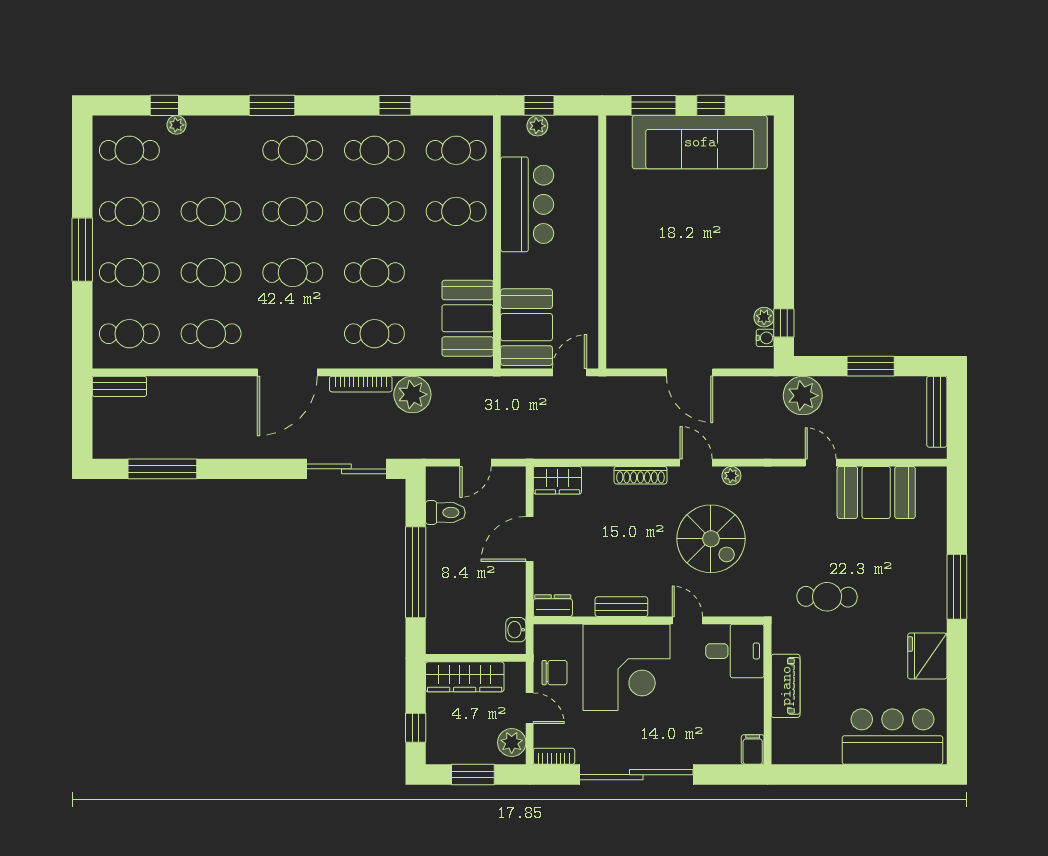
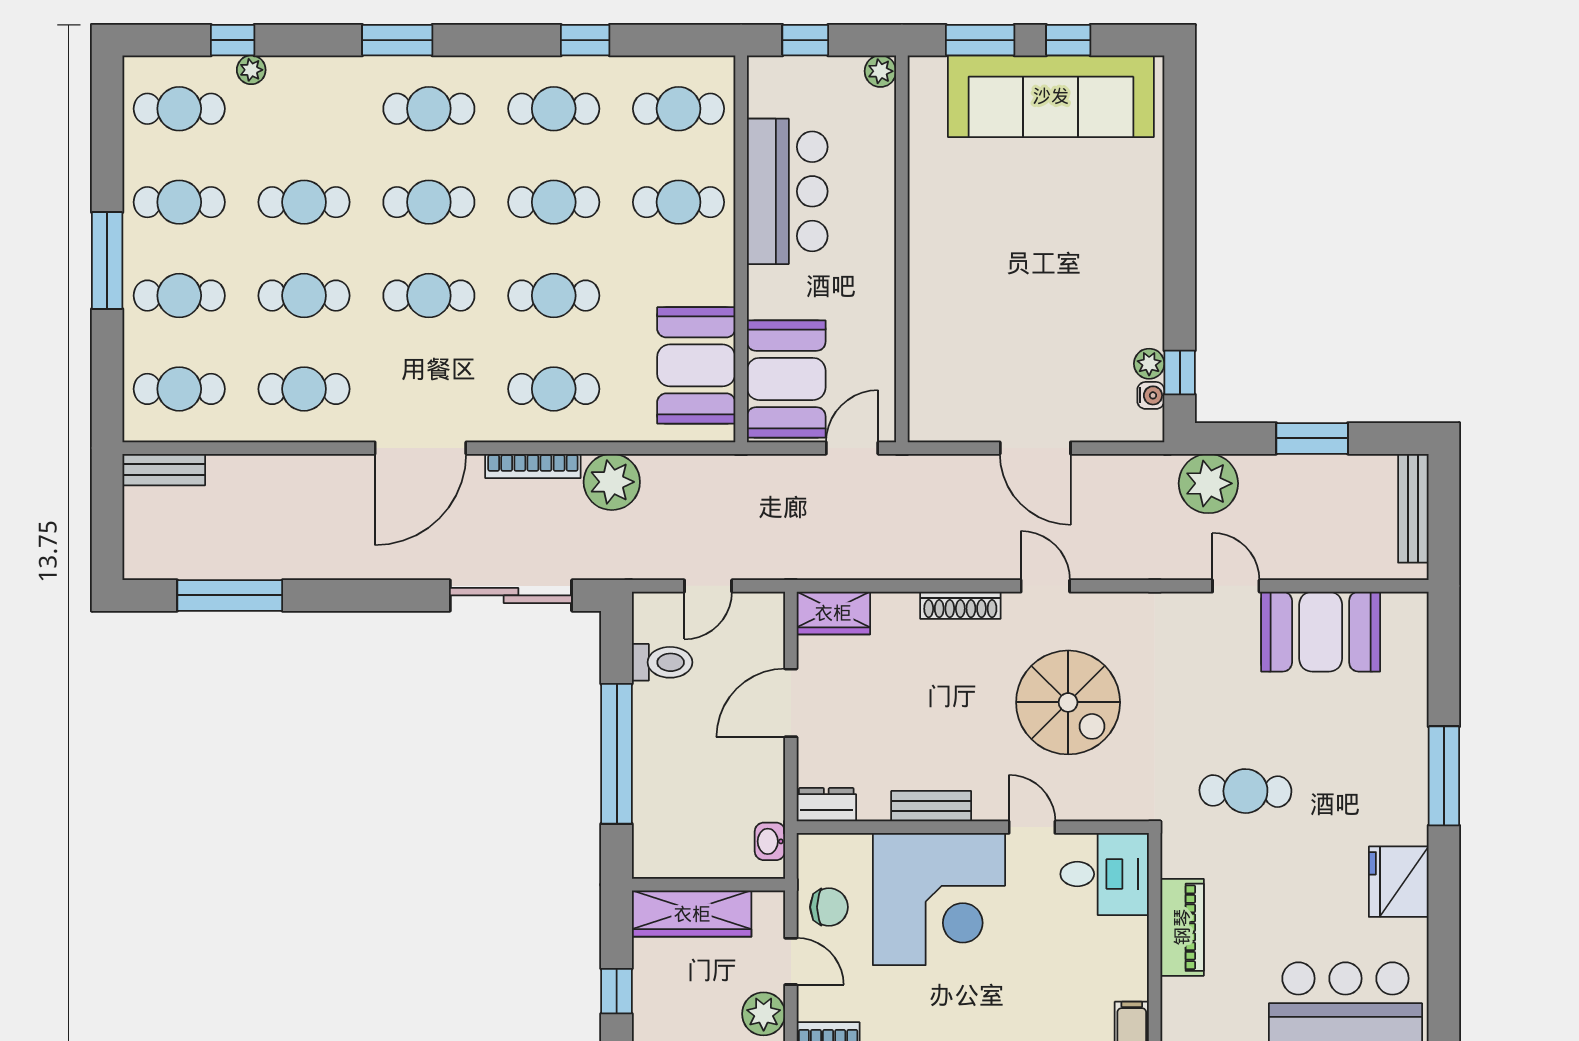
plant: (537, 126) -> (880, 71), moved
plant: (731, 476) -> (1099, 606), removed

